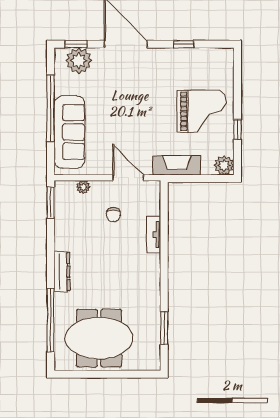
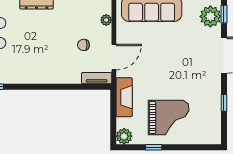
grand piano: (201, 111) -> (169, 117), turned -90
tv unit: (154, 235) -> (97, 78), moved

